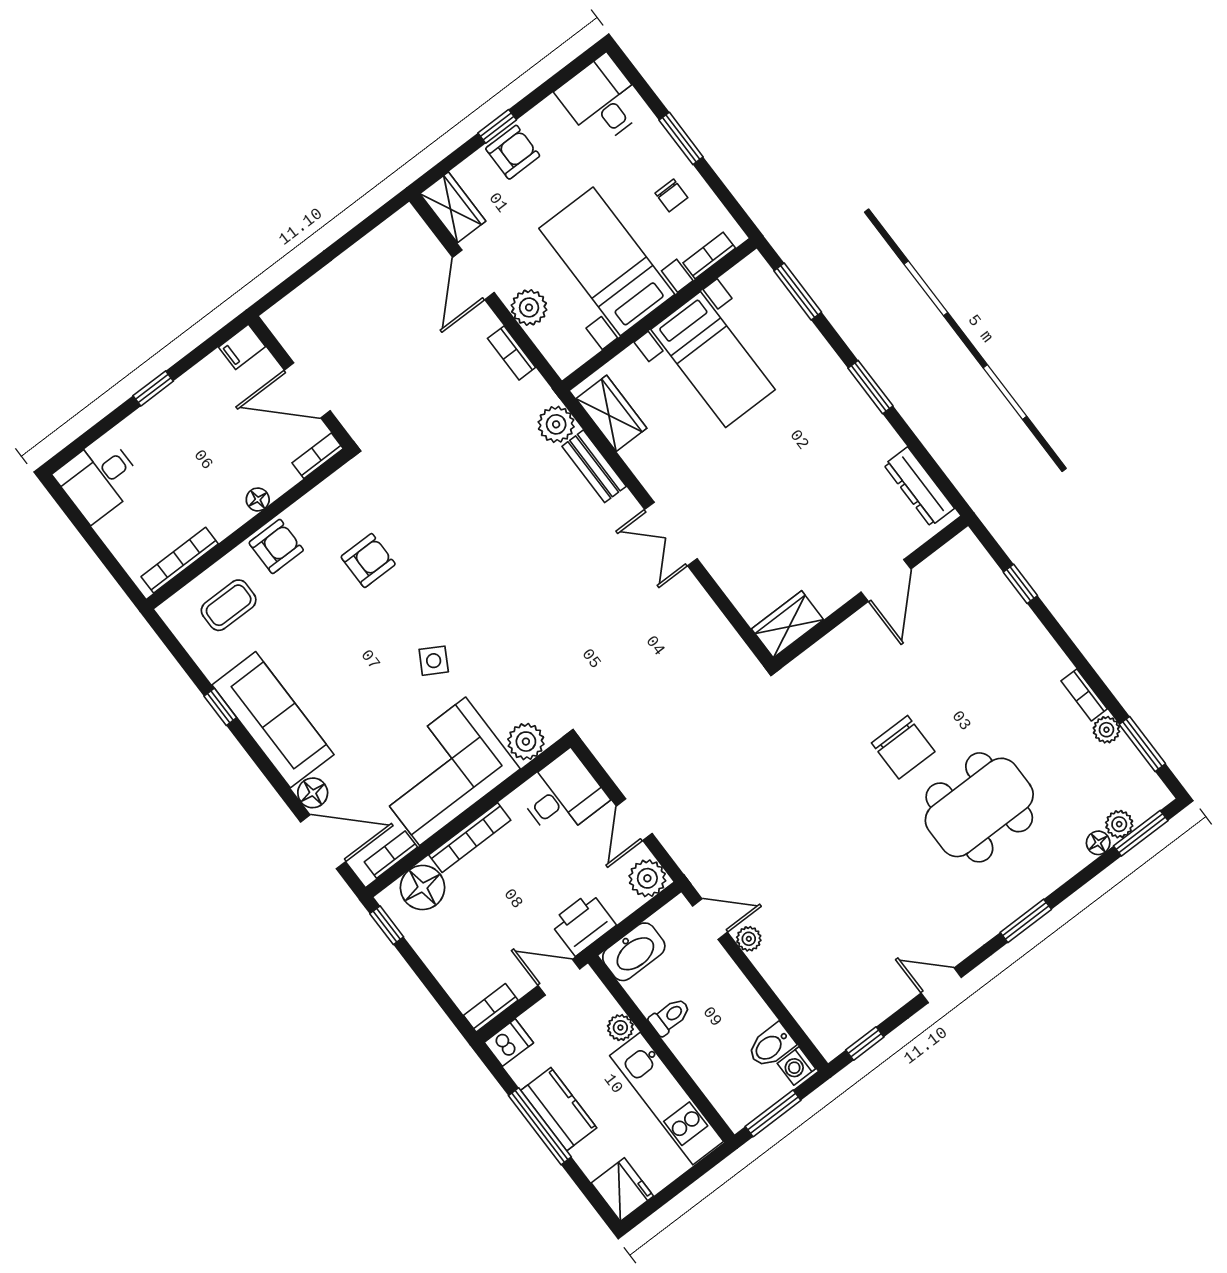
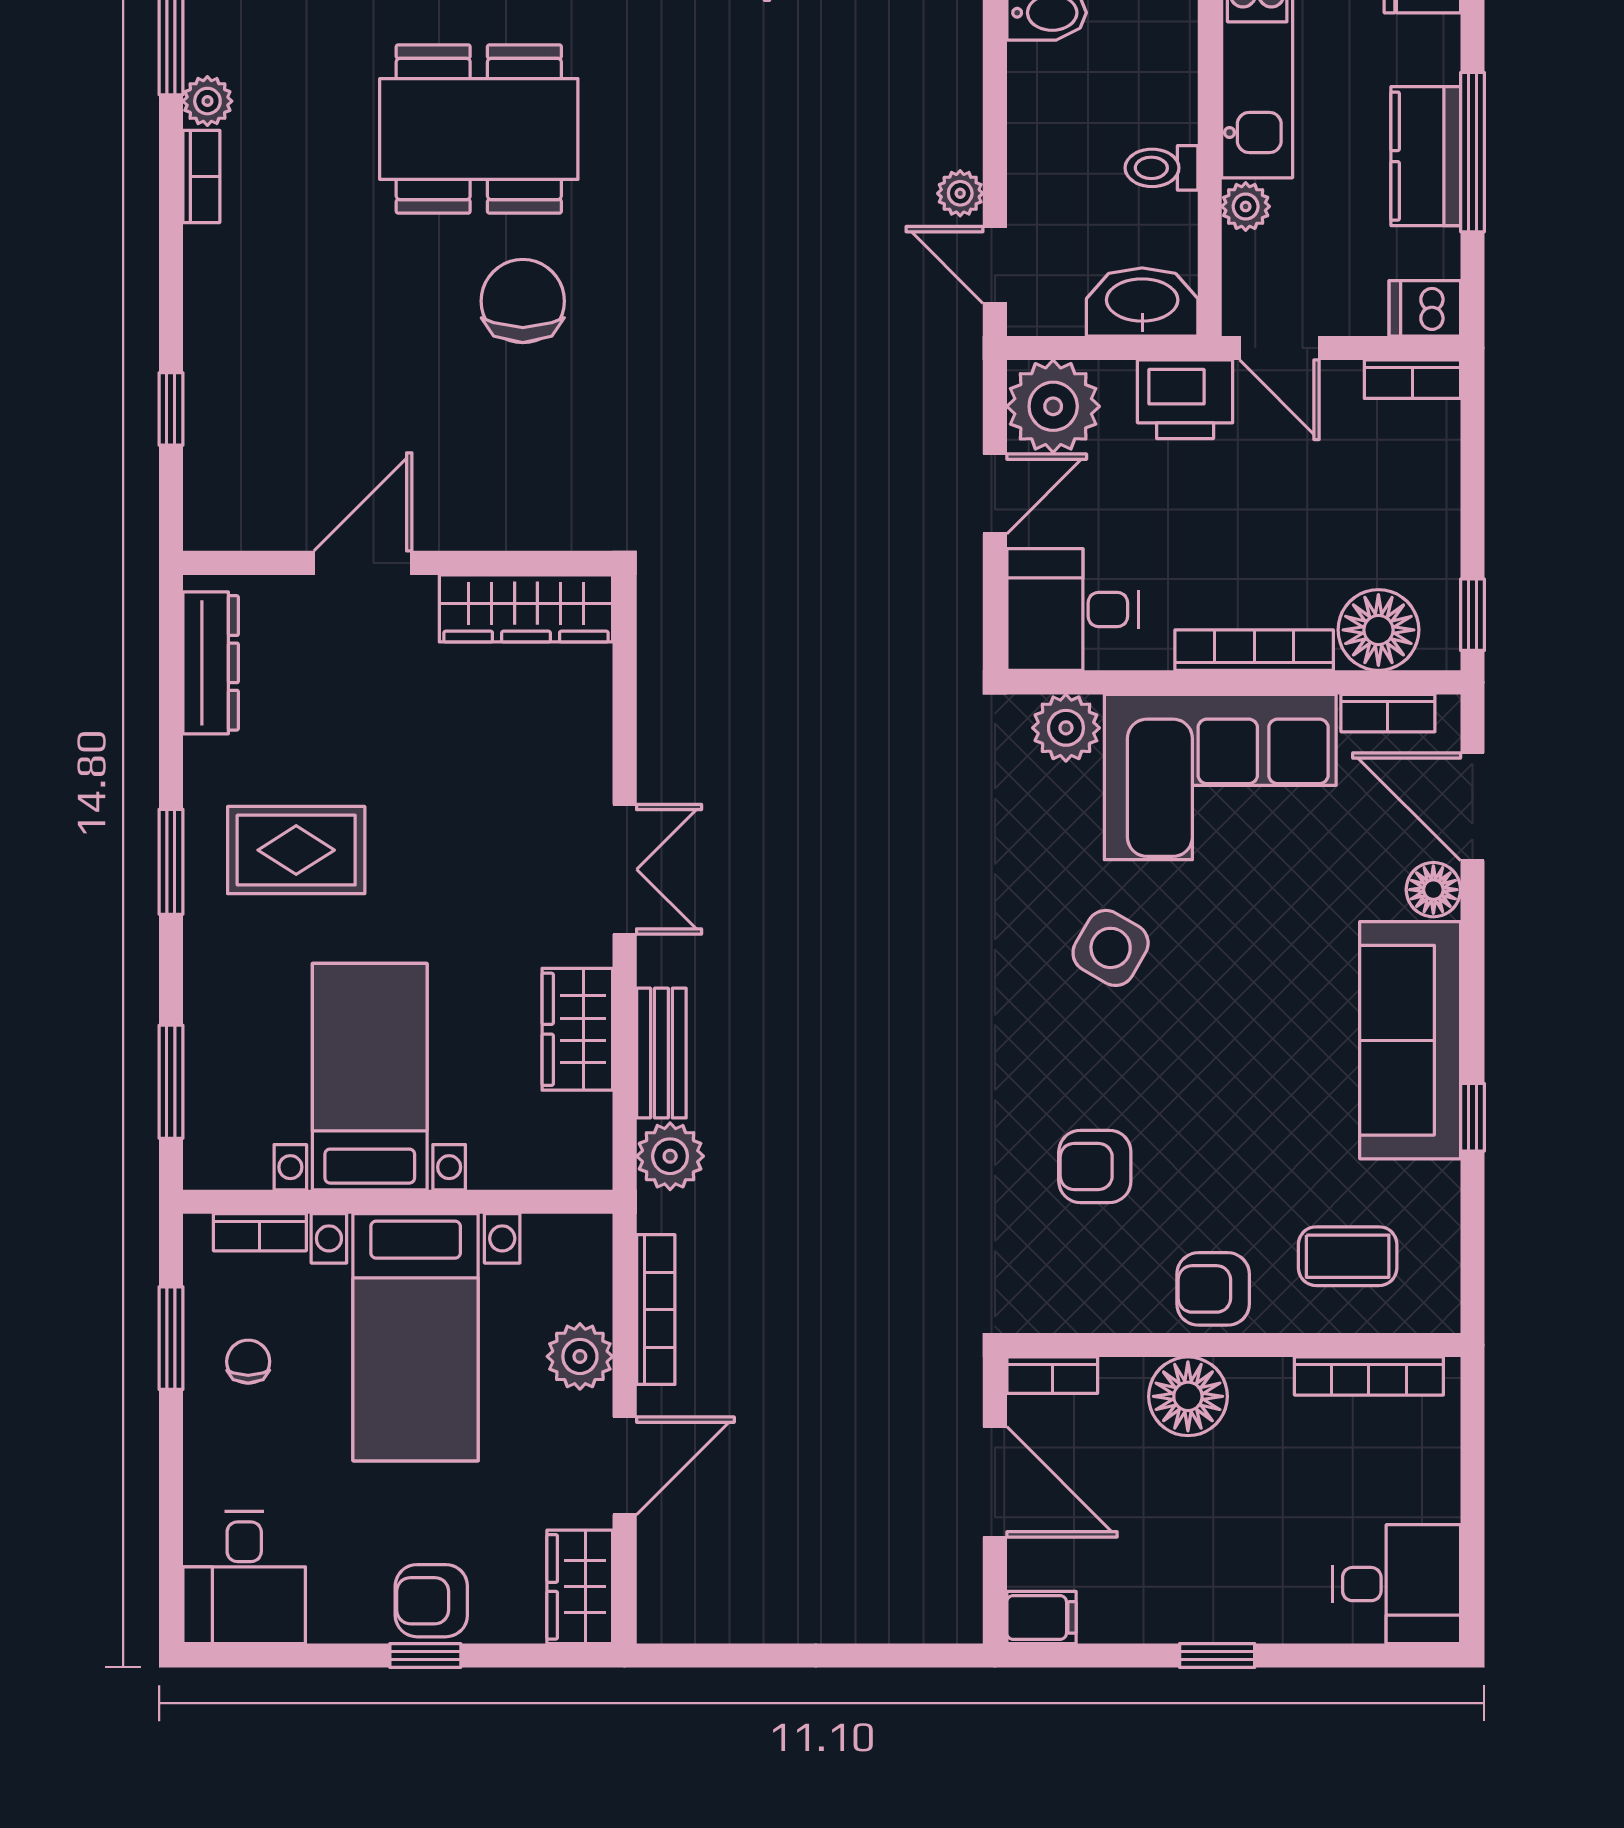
window: (681, 138) -> (171, 1338), moved
bookcase: (512, 353) -> (656, 1310), width x1.56
wardrobe: (611, 413) -> (577, 1029), moved
rug: (820, 434) -> (296, 850), added
floor lamp: (258, 499) -> (1188, 1396), width x1.89, depth x1.89
wardrobe: (787, 624) -> (526, 608), width x1.50
side table: (434, 661) -> (1111, 948), width x1.37, depth x1.37
plant: (647, 878) -> (1053, 406), width x1.36, depth x1.36

